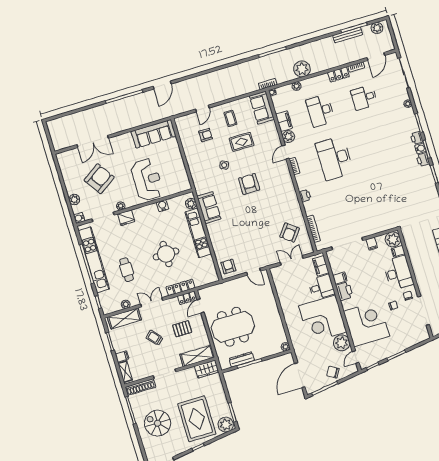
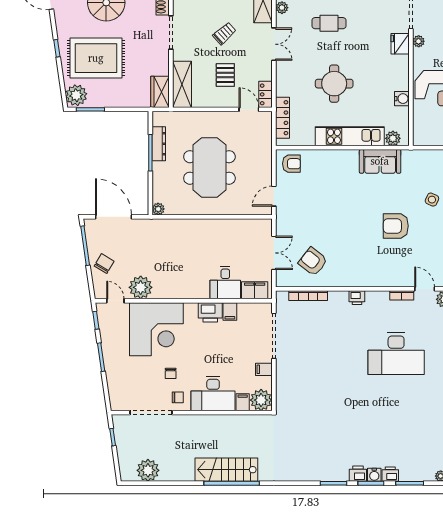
desk: (335, 158) -> (396, 353), turned 180
armchair: (249, 184) -> (396, 226), turned 180
locker: (181, 287) -> (283, 118), moved
corner desk: (323, 319) -> (181, 271), removed
meeting table: (233, 327) -> (209, 167), moved

